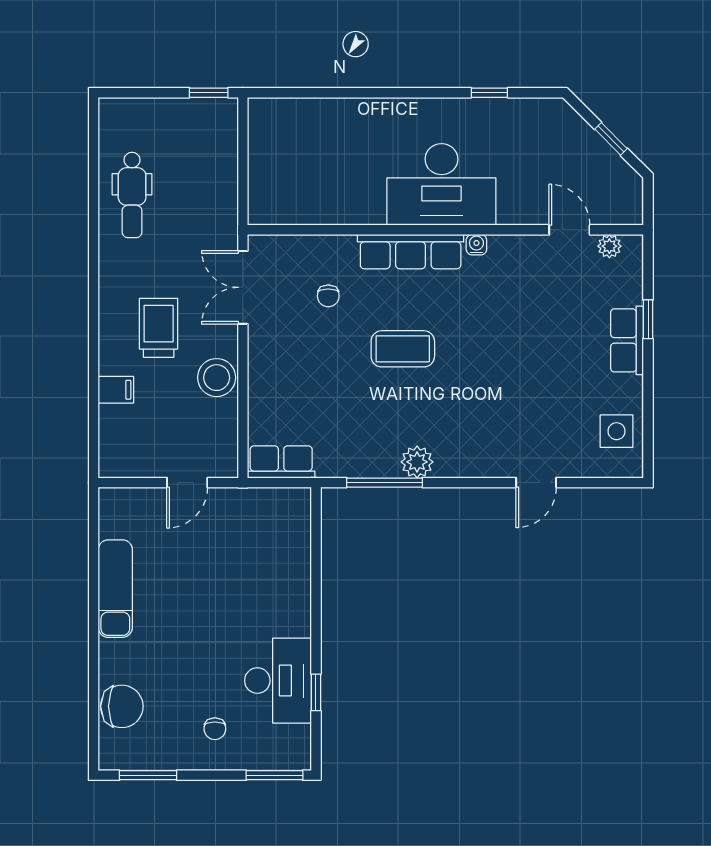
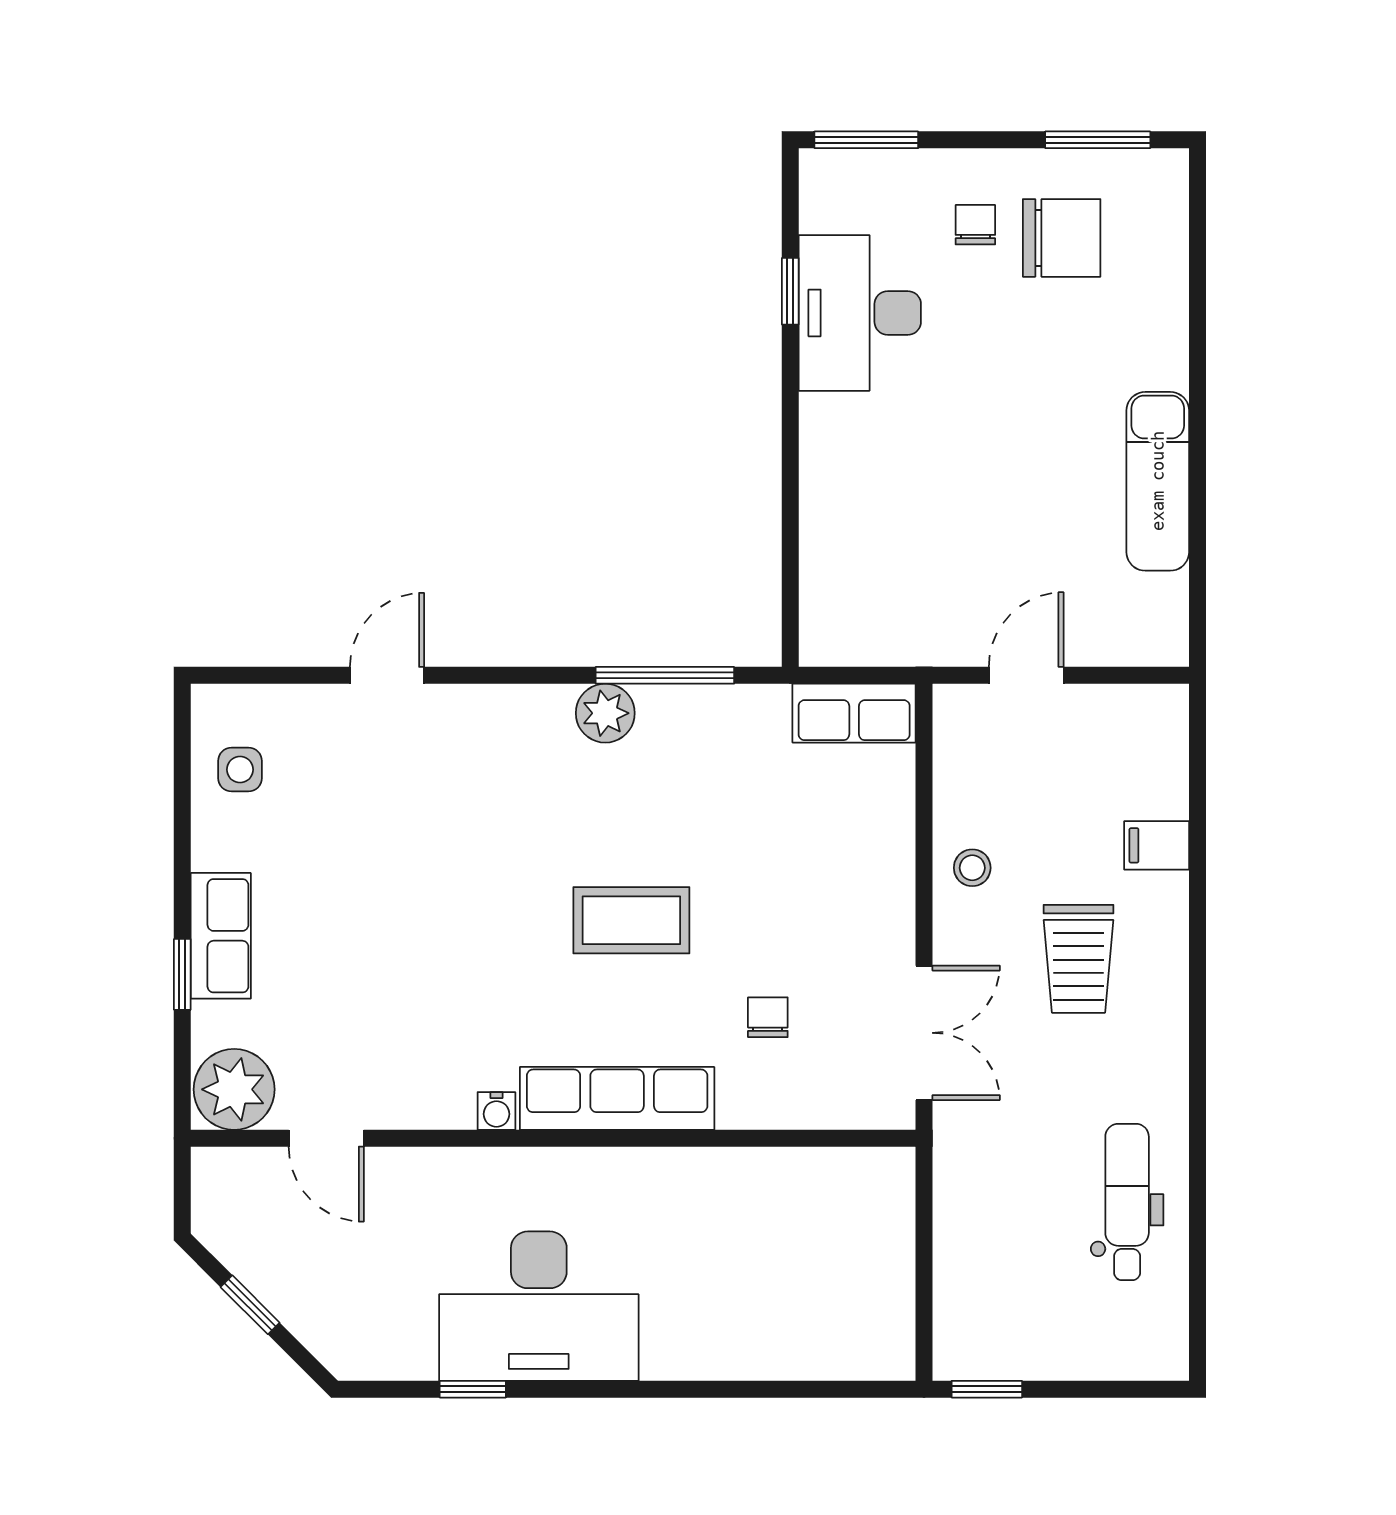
desk: (441, 184) -> (539, 1306), moved, turned 180
plant: (609, 246) -> (234, 1089), width x1.87, depth x1.87
stool: (217, 378) -> (972, 868), width x0.53, depth x0.53
side table: (617, 431) -> (240, 770), width x0.73, depth x0.73
chair: (122, 706) -> (1062, 238), moved, turned 180

